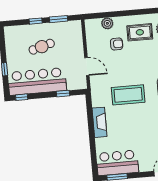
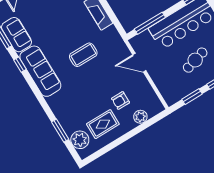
window: (63, 94) -> (150, 23), width x2.17
coffee table: (128, 95) -> (83, 55), width x0.73, depth x0.76

